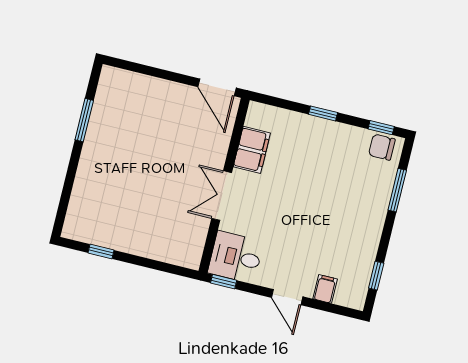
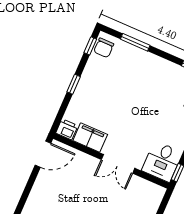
printer: (258, 115) -> (67, 129), added

